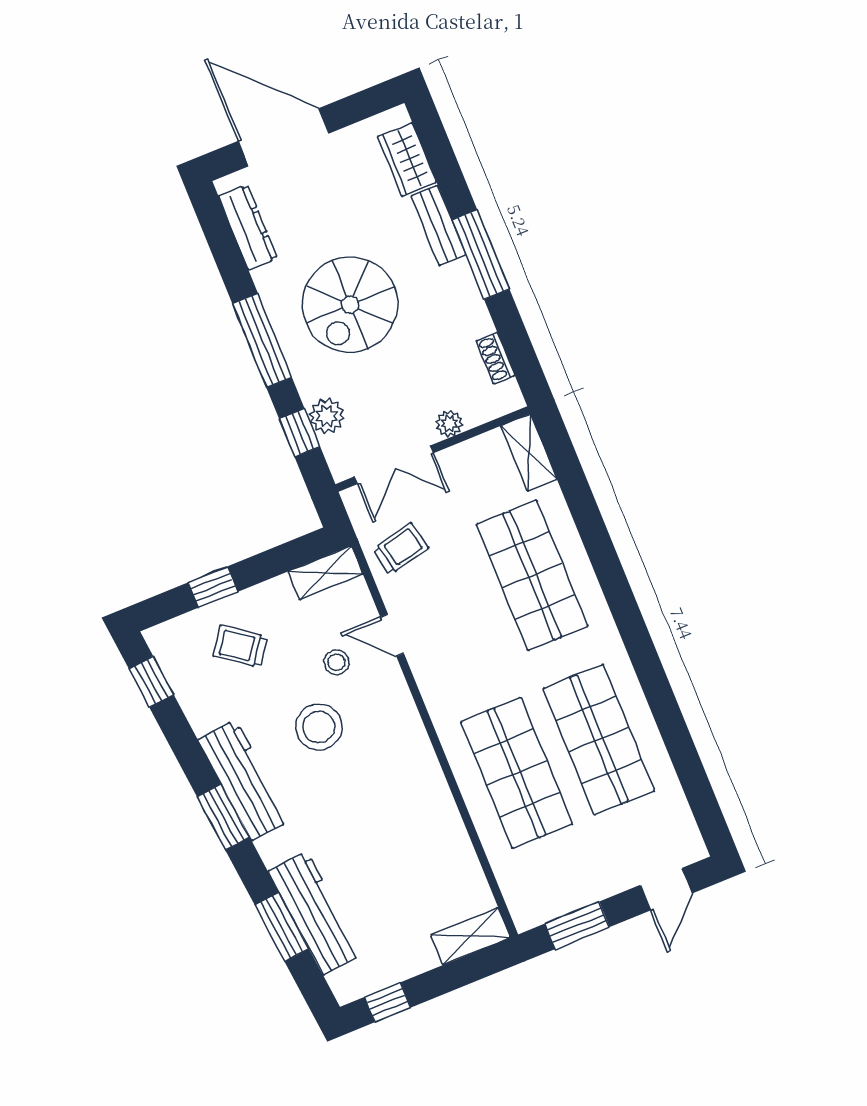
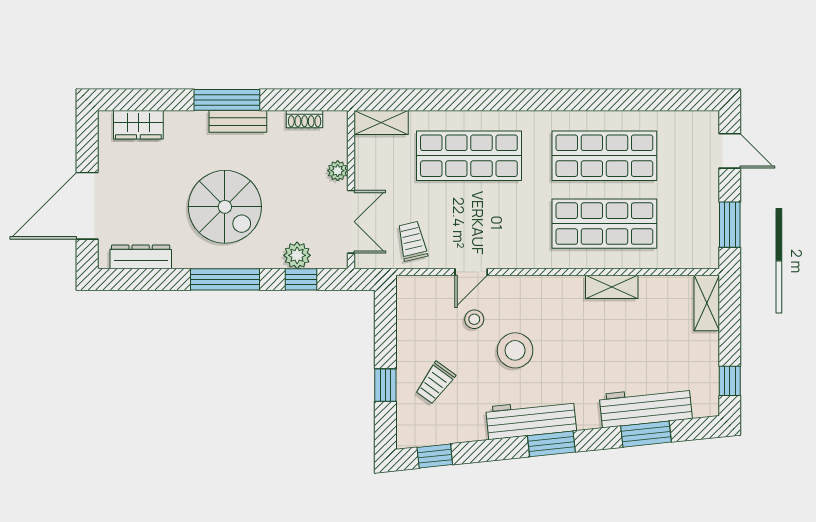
bench: (438, 225) -> (238, 121), moved
shelving: (325, 573) -> (612, 287), moved, turned 90

